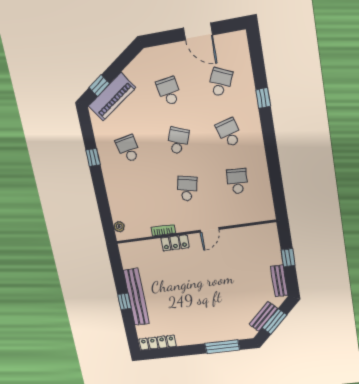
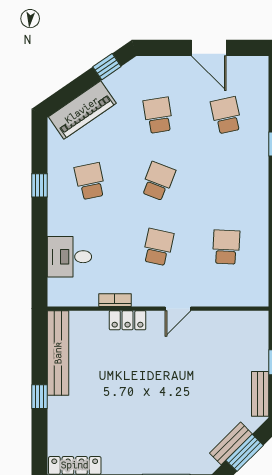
school desk: (220, 82) -> (226, 115), turned -36
window: (99, 86) -> (107, 67), moved
school desk: (229, 133) -> (226, 181), removed
desk: (125, 205) -> (69, 257), added
plant: (119, 227) -> (55, 286), removed
bench: (136, 297) -> (58, 353), moved

